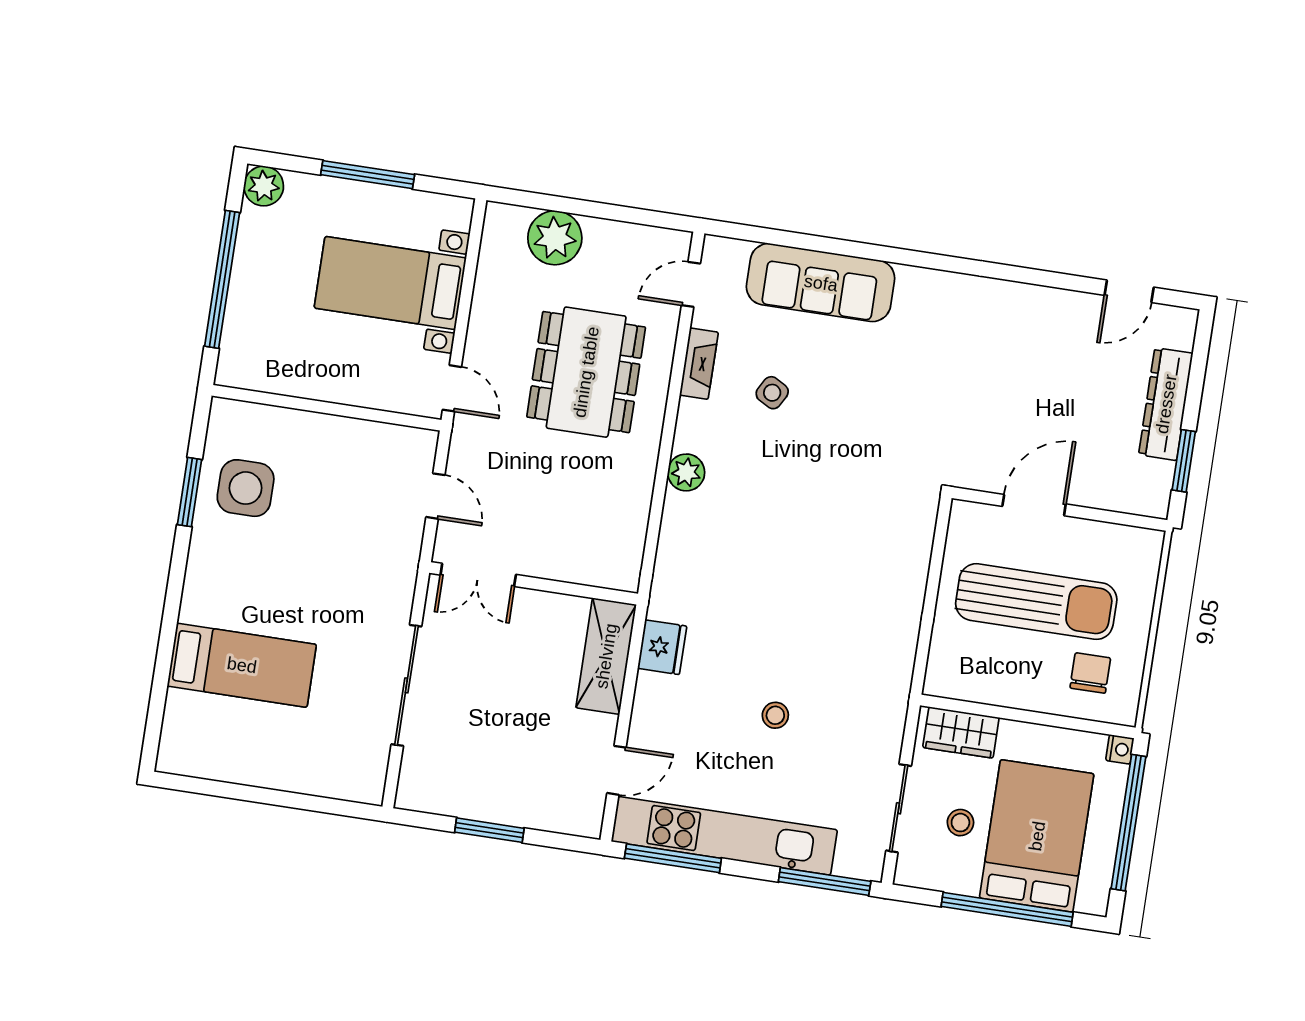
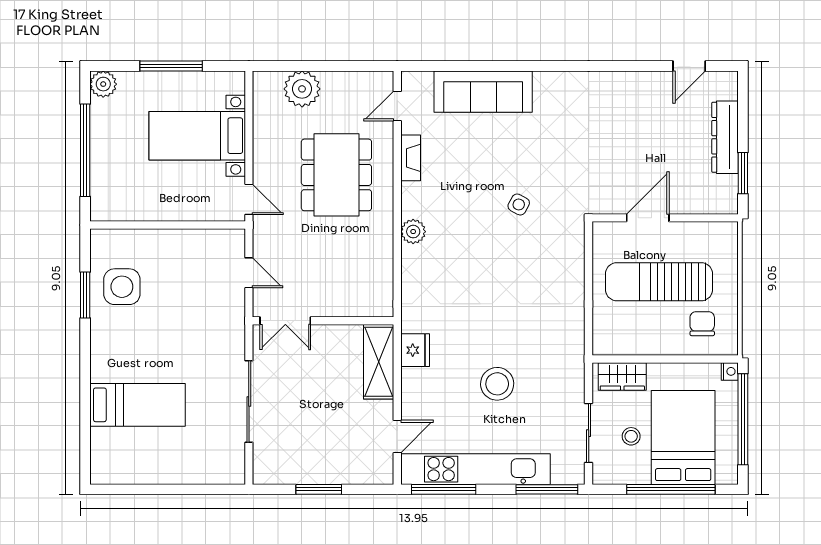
side table: (772, 393) -> (519, 204), moved
sun lounger: (1036, 602) -> (659, 282), turned 180
stool: (775, 715) -> (497, 384), width x1.89, depth x1.89

